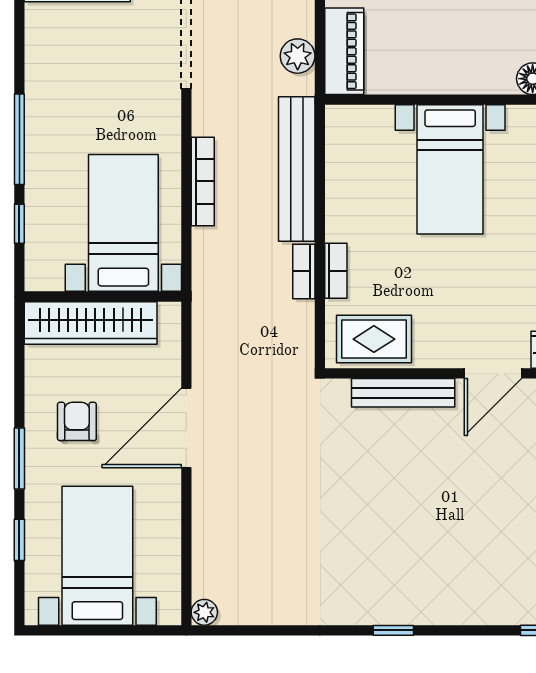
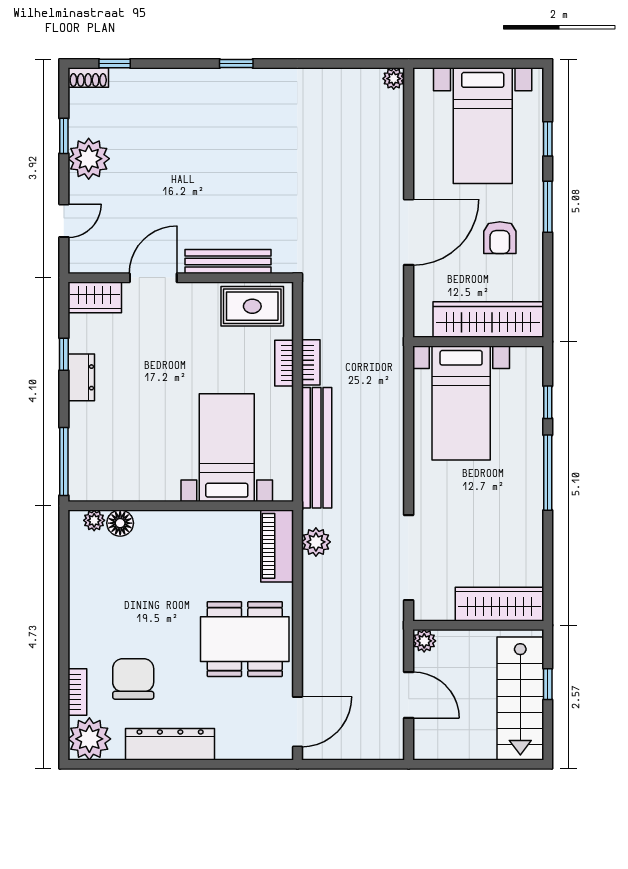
bed with nightstands: (450, 169) -> (227, 448), moved
bookcase: (203, 181) -> (395, 437), removed

